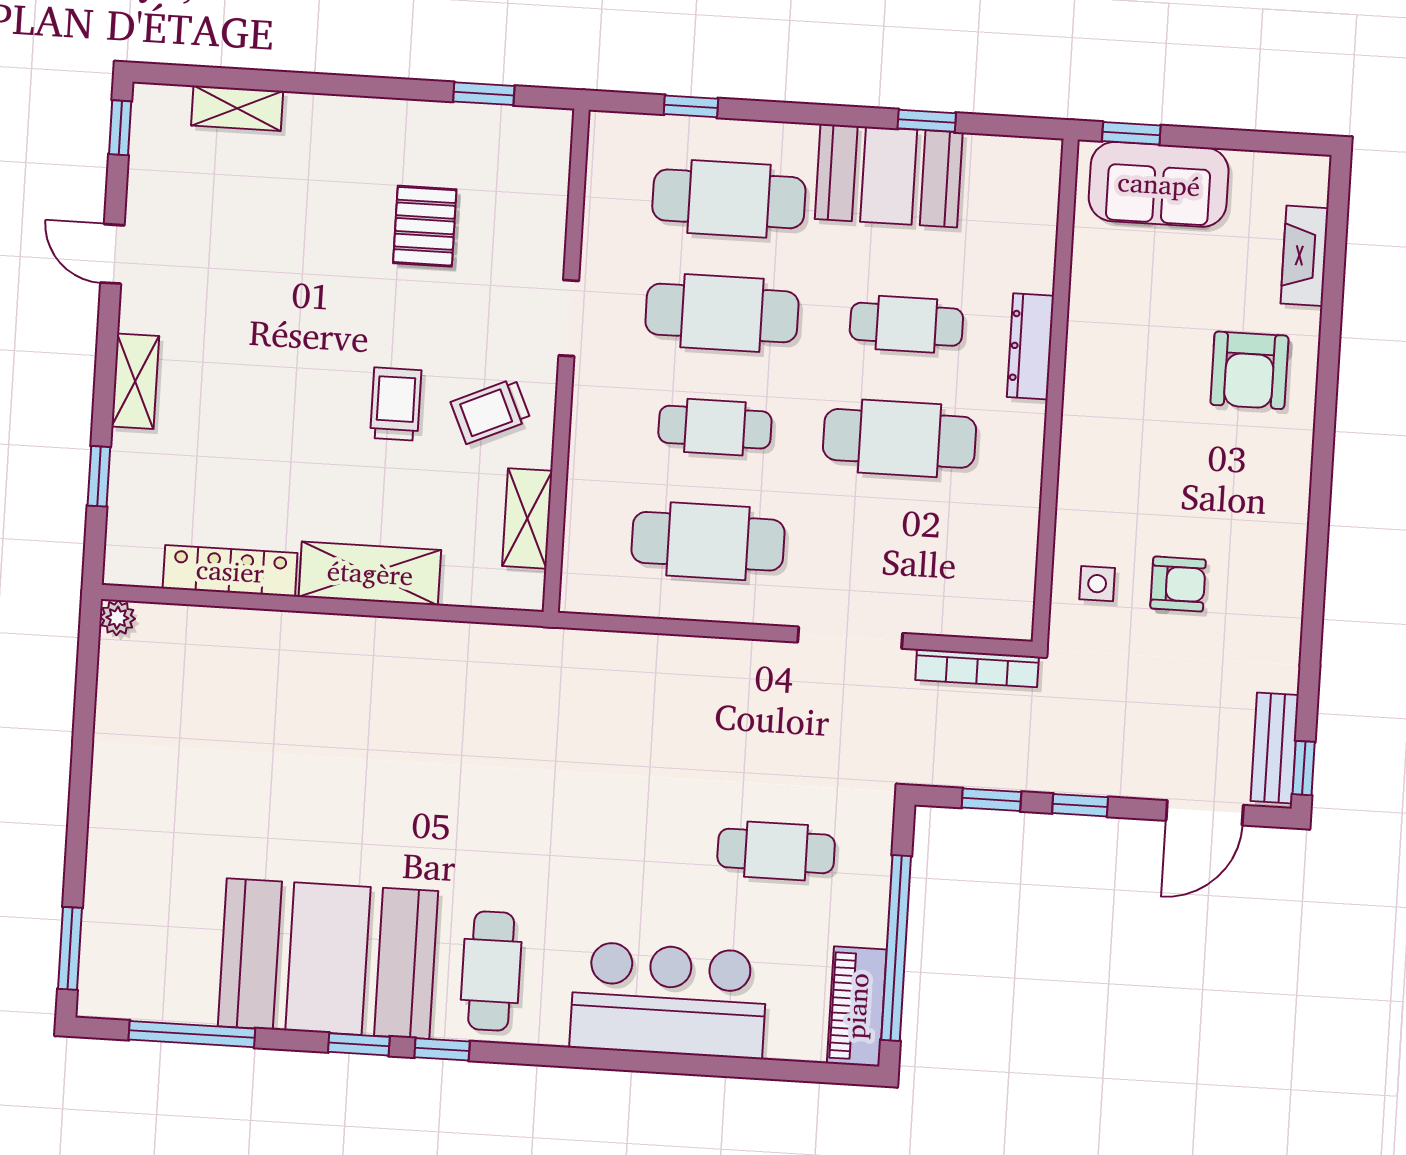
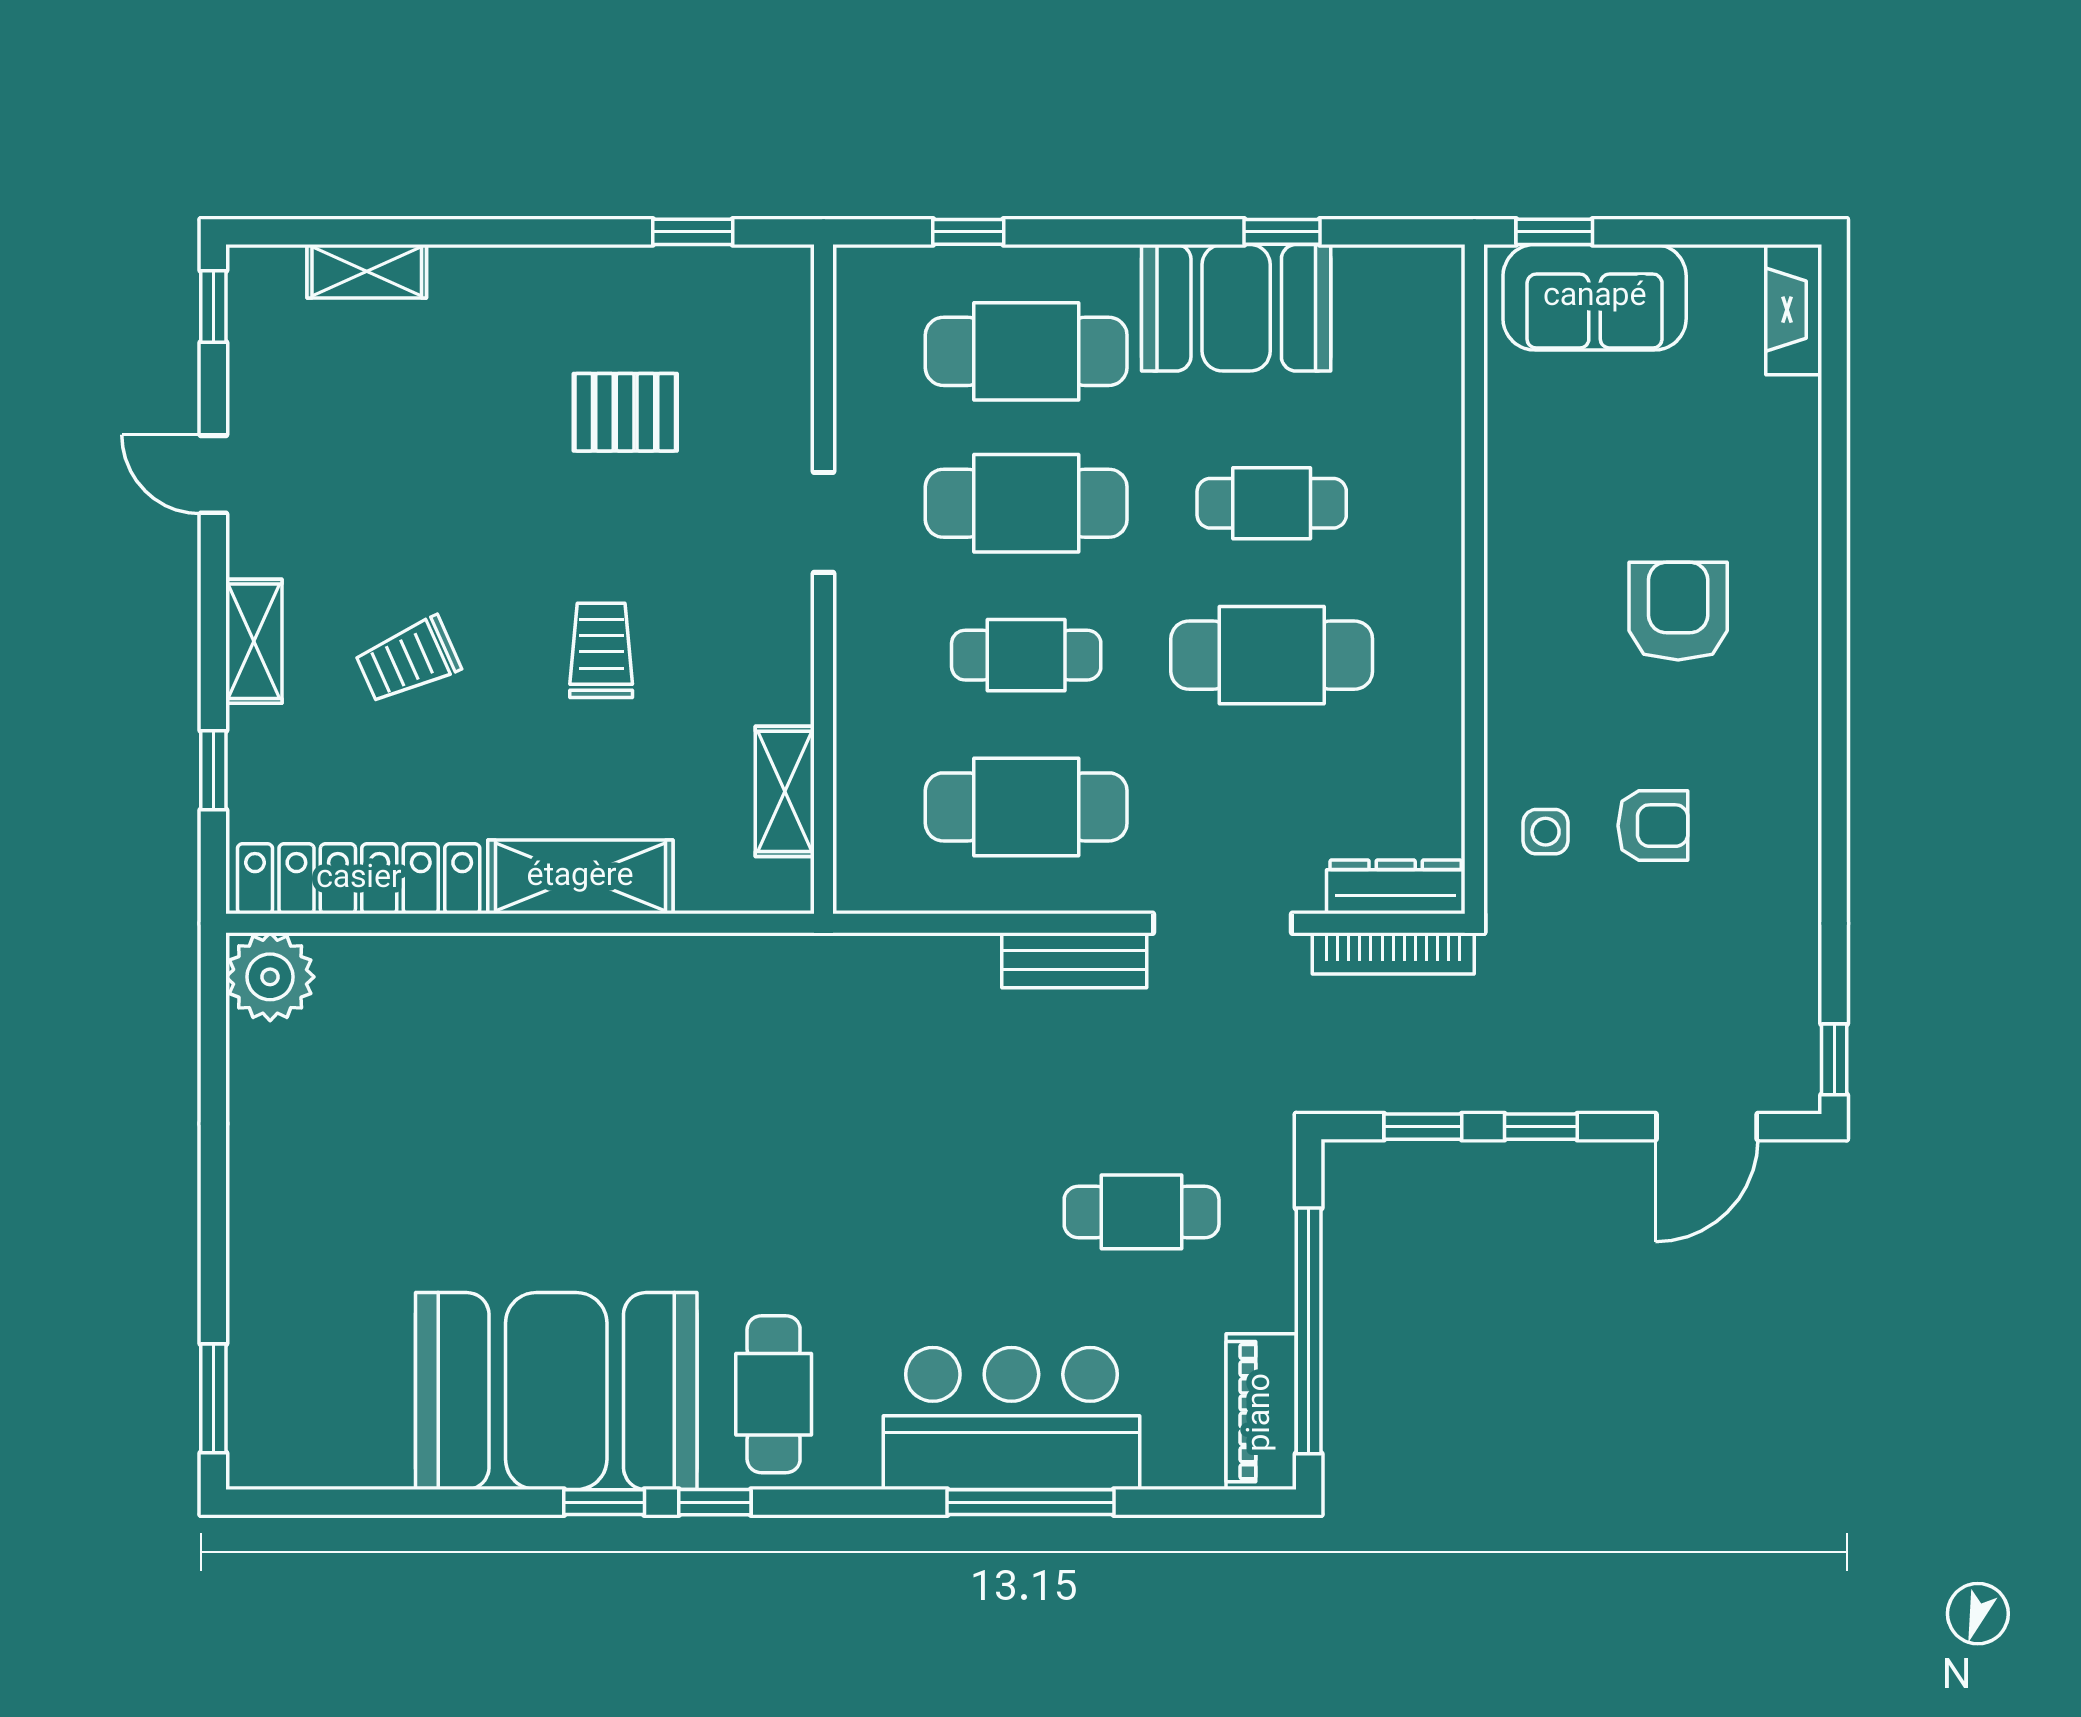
pallet: (425, 226) -> (625, 412), turned 90
fireplace: (1304, 256) -> (1794, 310), moved
dresser: (1030, 346) -> (1396, 887), moved, turned 90
armchair: (1249, 370) -> (1678, 611), moved, turned 180
trolley: (491, 411) -> (408, 660), moved
locker: (230, 571) -> (359, 879), width x1.41, depth x1.21
plant: (117, 618) -> (270, 977), width x1.88, depth x1.88
bench: (1275, 748) -> (1074, 960), moved, turned 90
window: (192, 1034) -> (1031, 1502), moved

